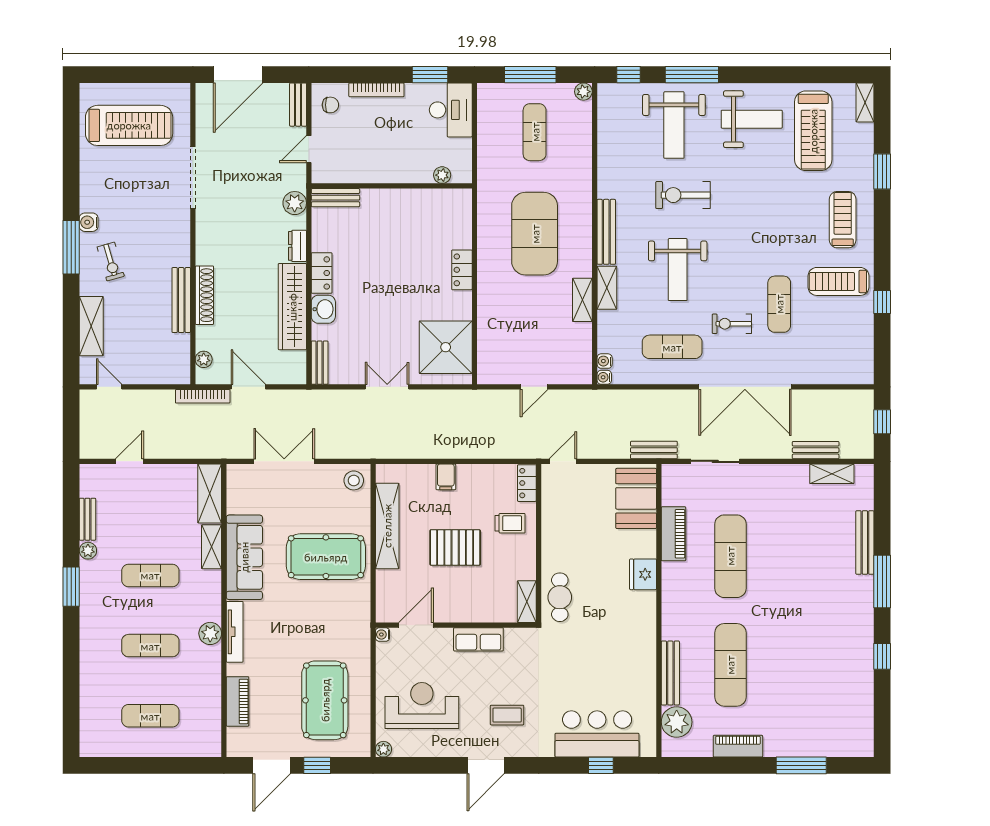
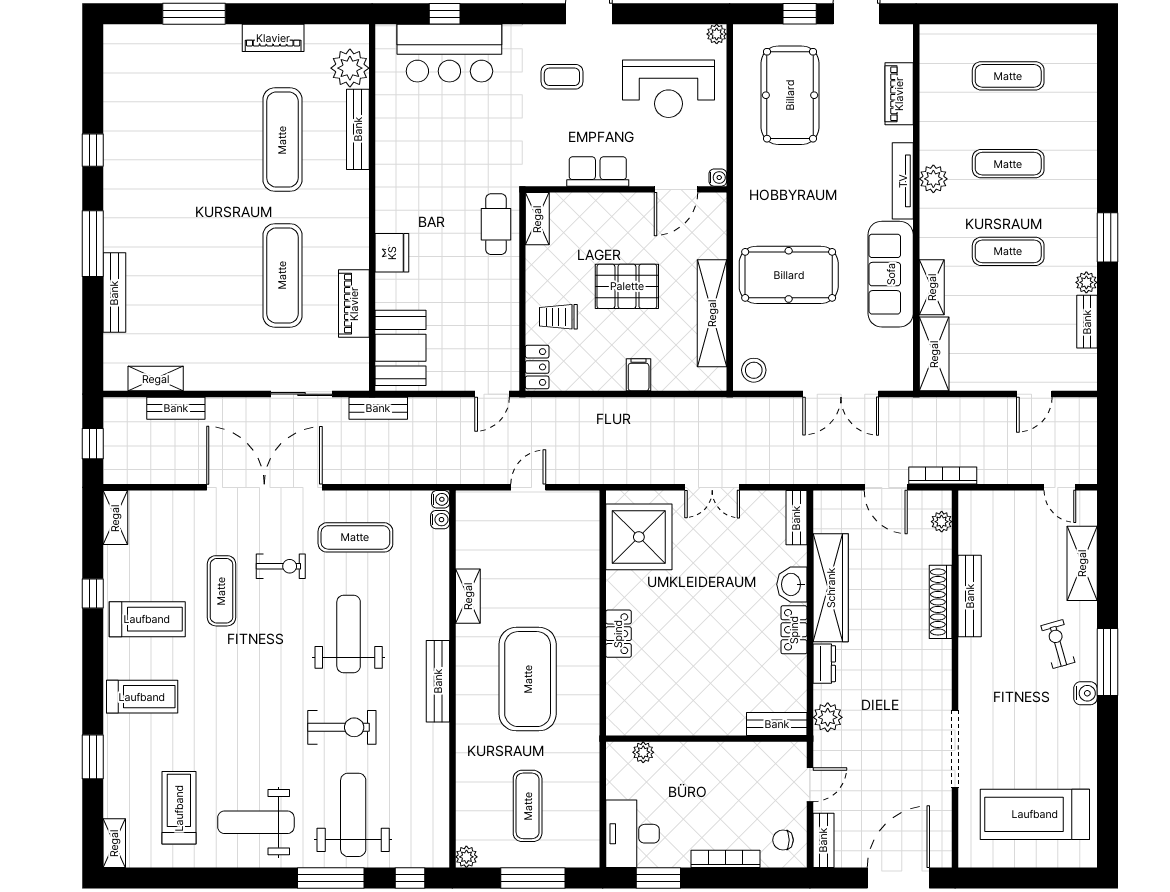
treadmill: (813, 131) -> (179, 808), width x0.73, depth x0.73
treadmill: (843, 220) -> (142, 697), turned -90
shelving: (607, 288) -> (115, 518), moved

